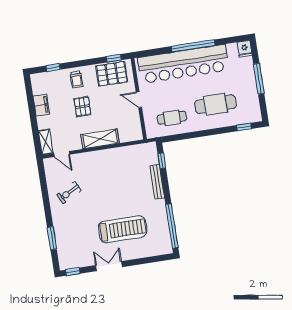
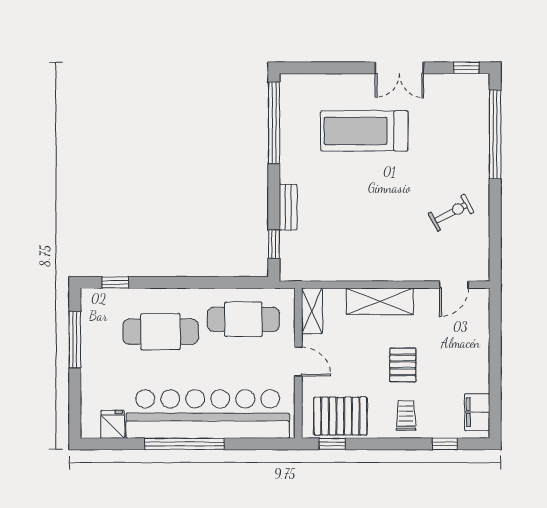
fridge: (245, 49) -> (113, 424), moved
window: (259, 79) -> (75, 340), moved
filing cabinet: (41, 105) -> (477, 412), moved
cafe table: (172, 118) -> (243, 319), width x1.37, depth x1.35
shelving: (46, 142) -> (312, 311), moved
door: (62, 154) -> (454, 285), swing flipped
bench: (157, 182) -> (288, 207), width x0.73
window: (52, 238) -> (495, 134), width x2.11

